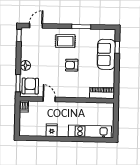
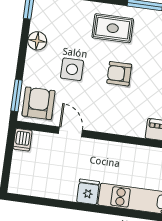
floor lamp: (25, 65) -> (37, 41), moved
side table: (46, 66) -> (72, 69), added
fridge: (52, 130) -> (88, 192), moved

